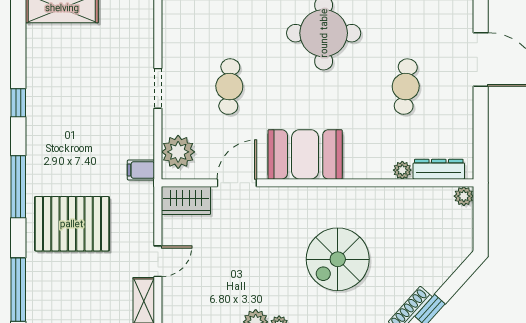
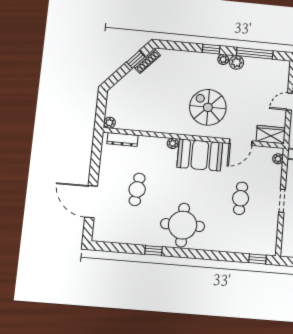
plant: (178, 152) -> (278, 159), width x0.53, depth x0.53
plant: (402, 170) -> (173, 143), moved
spiral stairs: (338, 259) -> (208, 107), moved, turned -90

